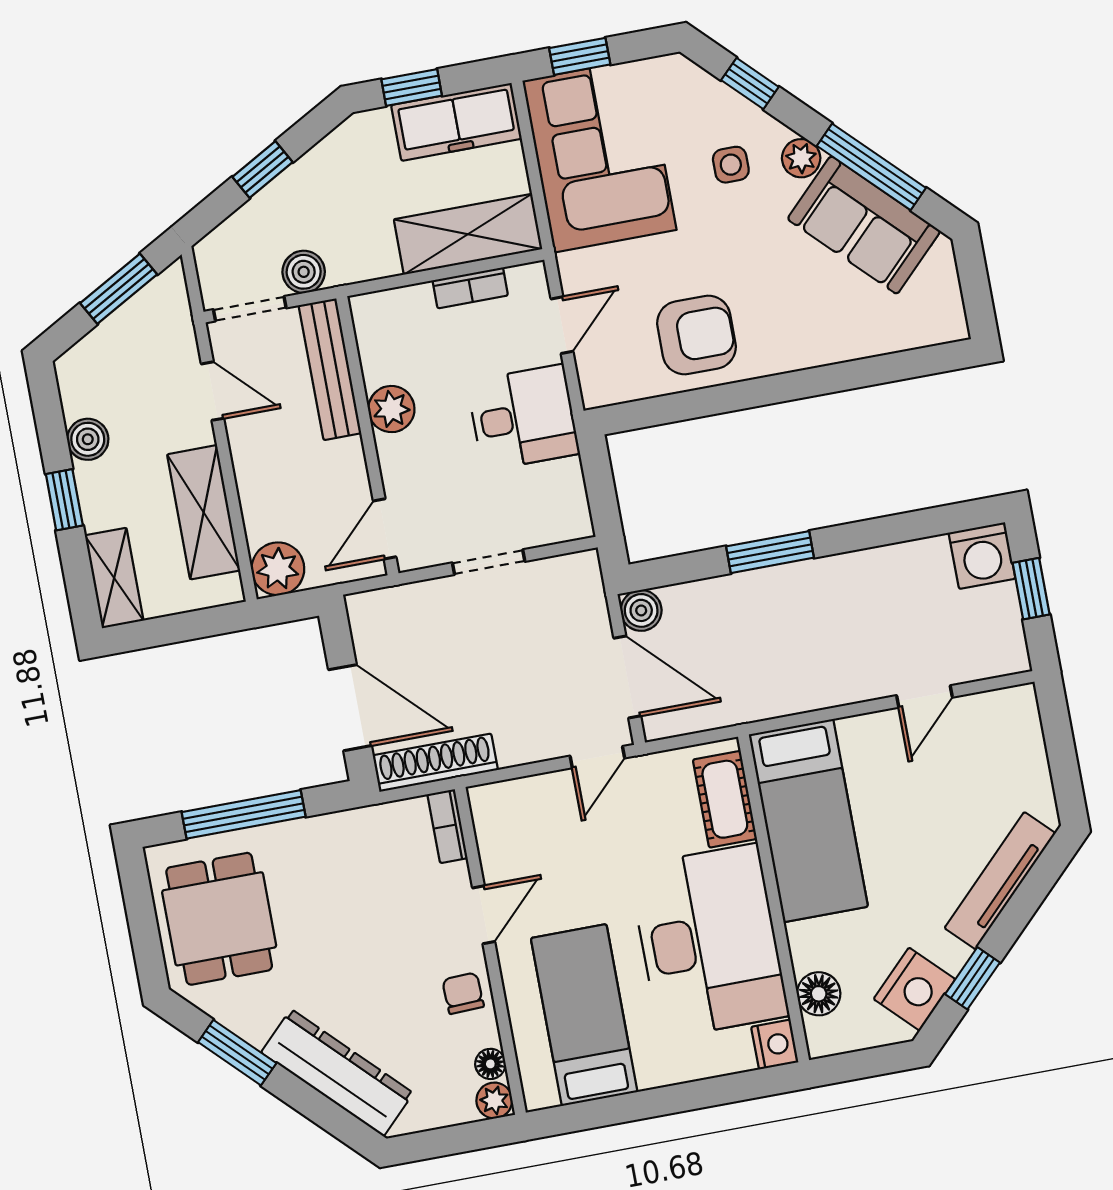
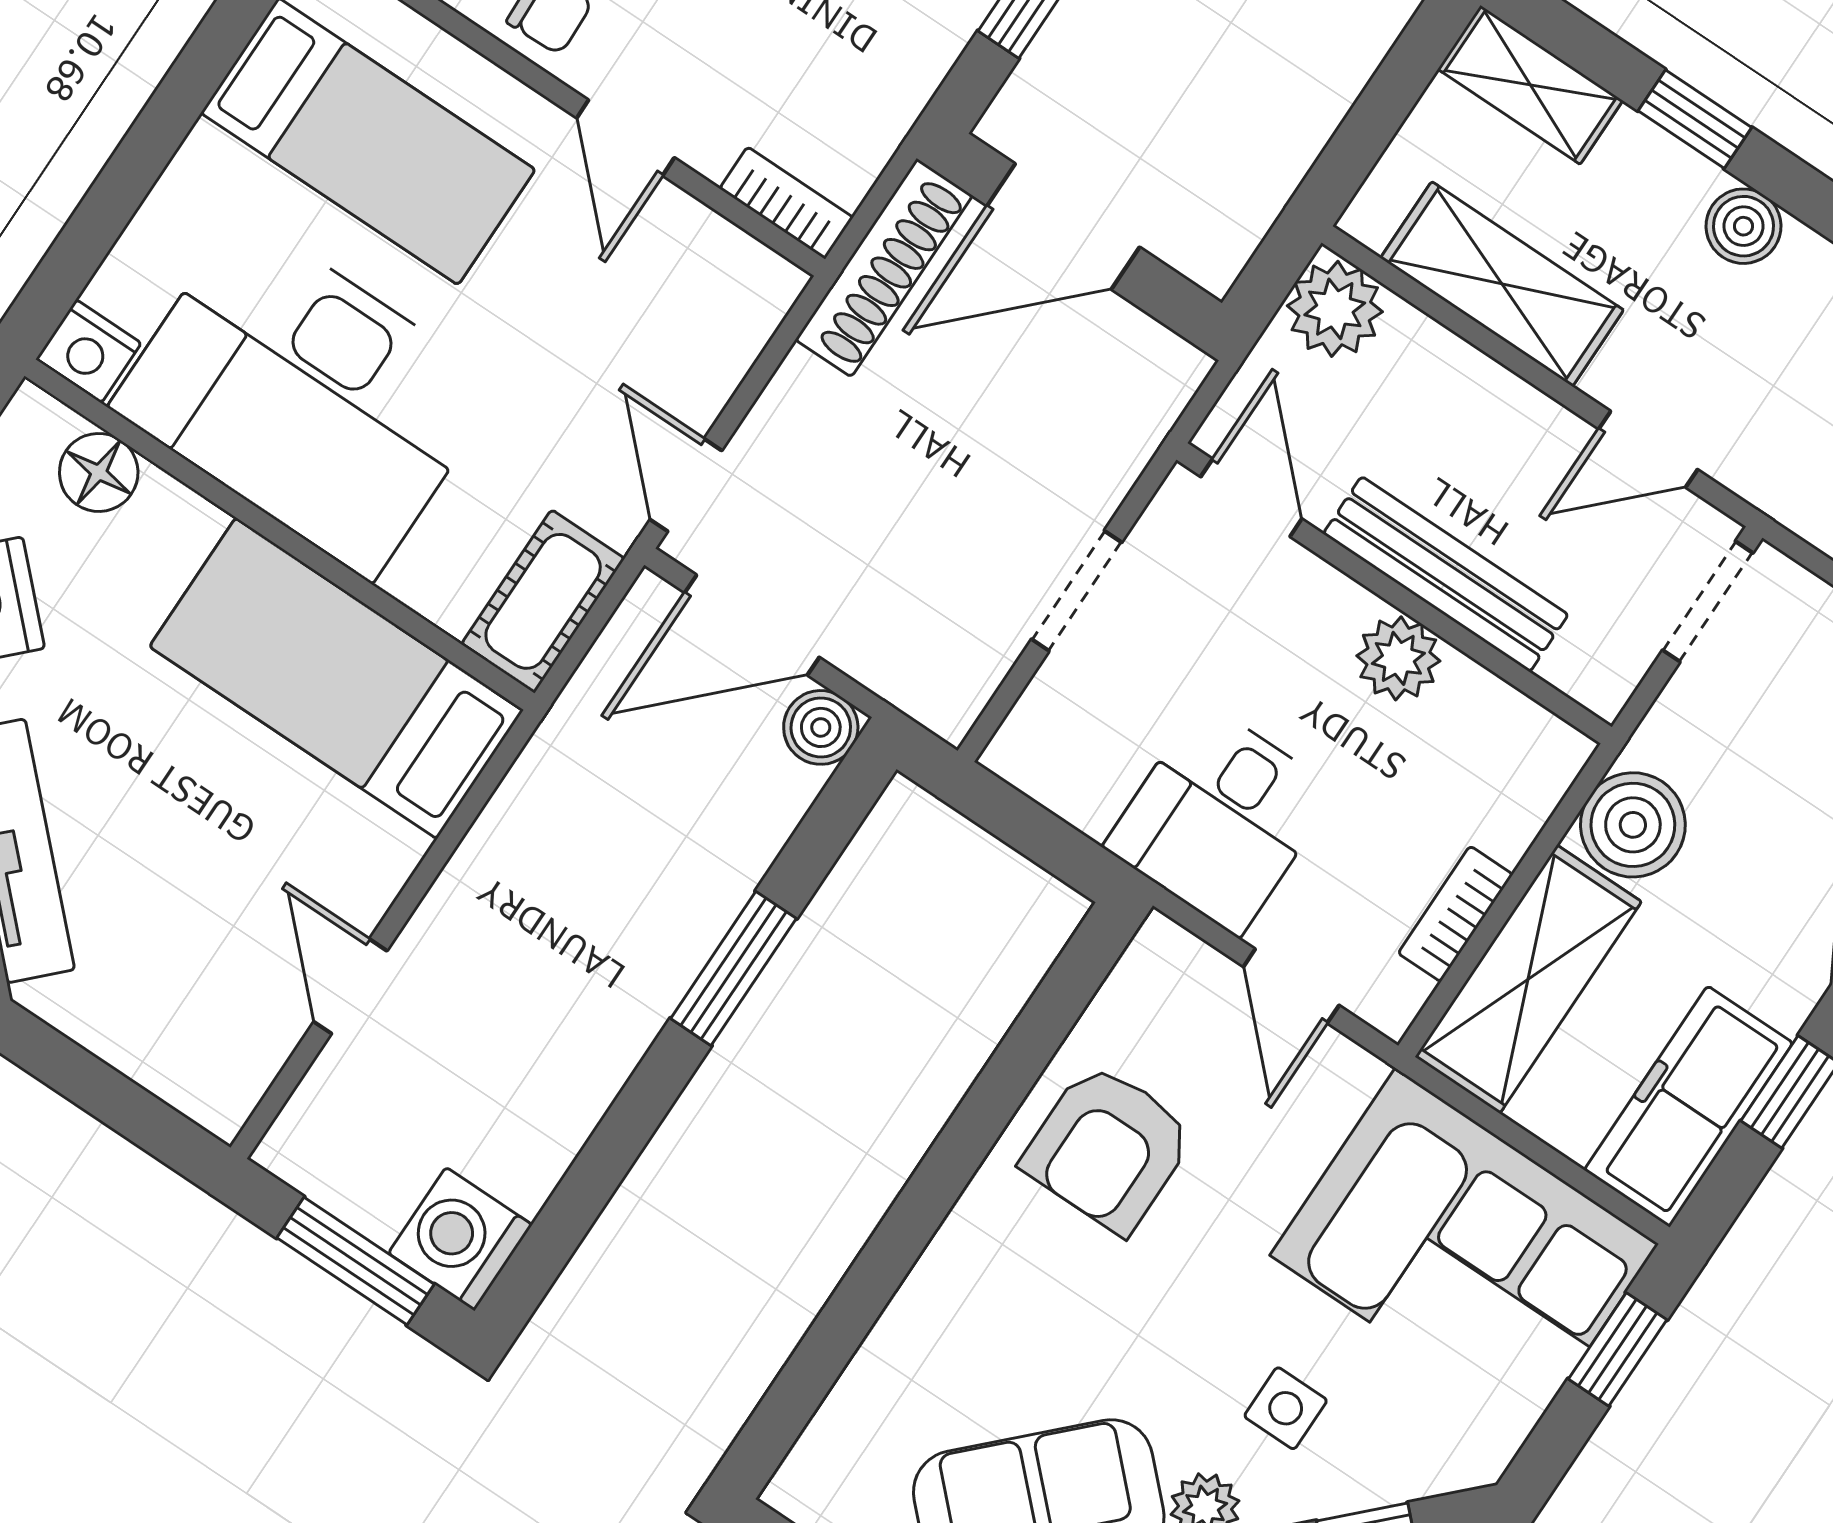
boiler: (304, 272) -> (1633, 825), moved, width x1.36, depth x1.36
bench: (330, 369) -> (1446, 574), moved
window: (1031, 589) -> (355, 1261), width x1.50
cot: (725, 799) -> (543, 601), moved, turned 90

